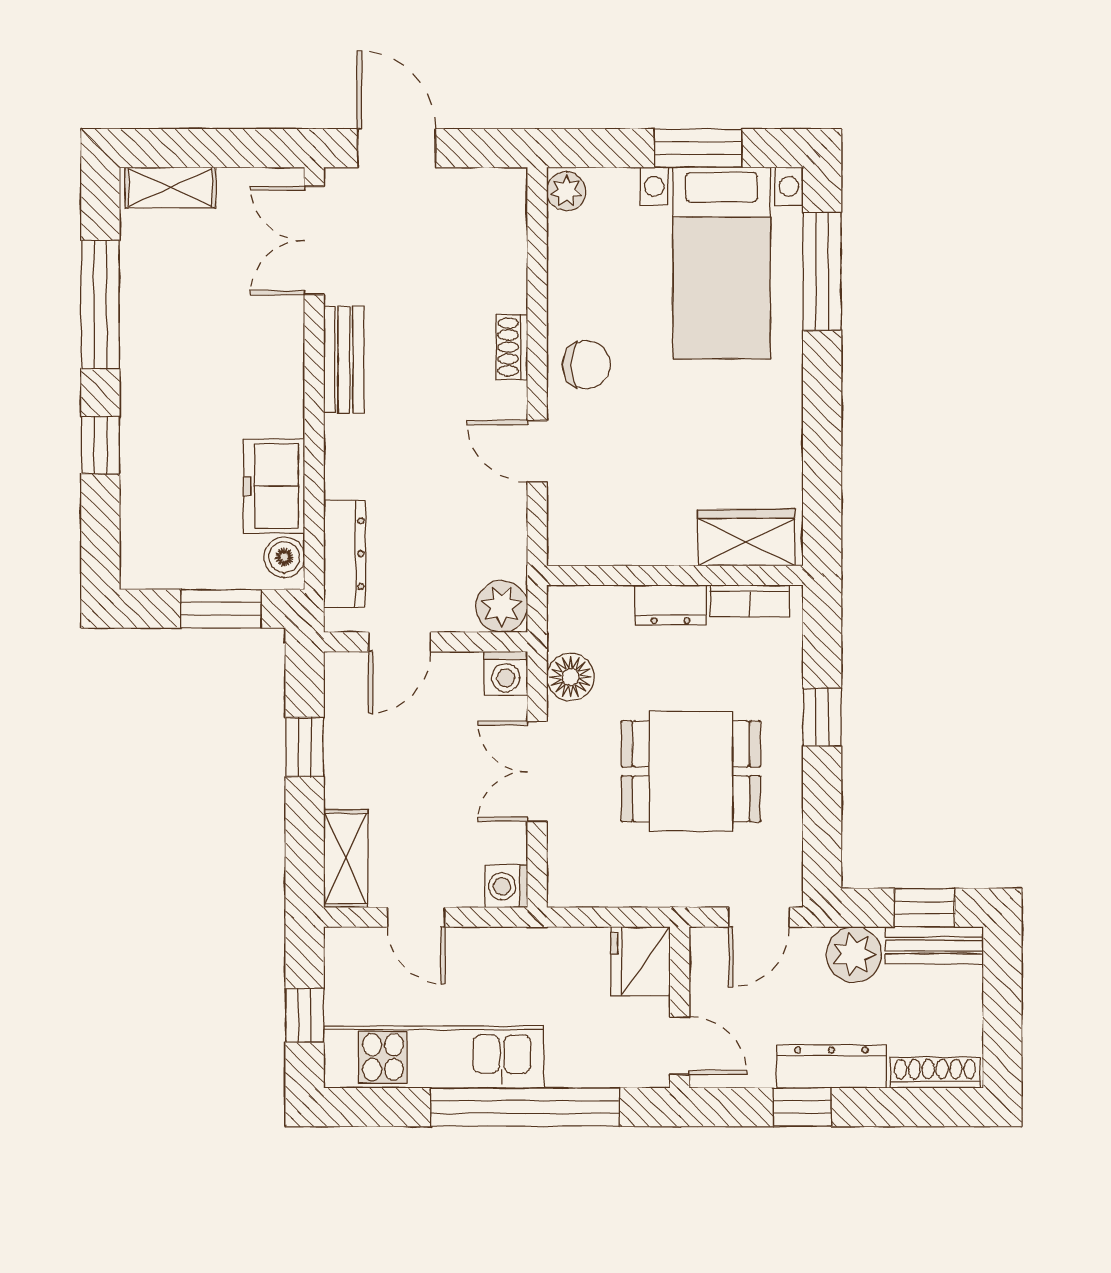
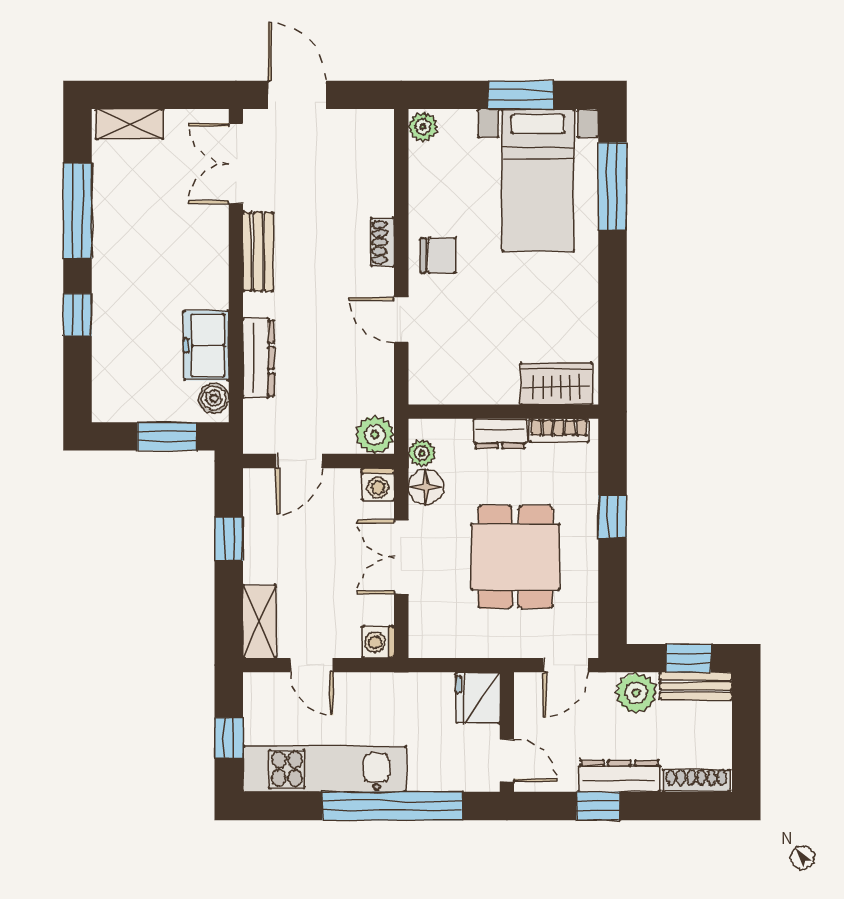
dresser: (344, 554) -> (258, 358), moved
plant: (565, 631) -> (422, 453), added
dining table: (691, 771) -> (515, 557), turned 90

